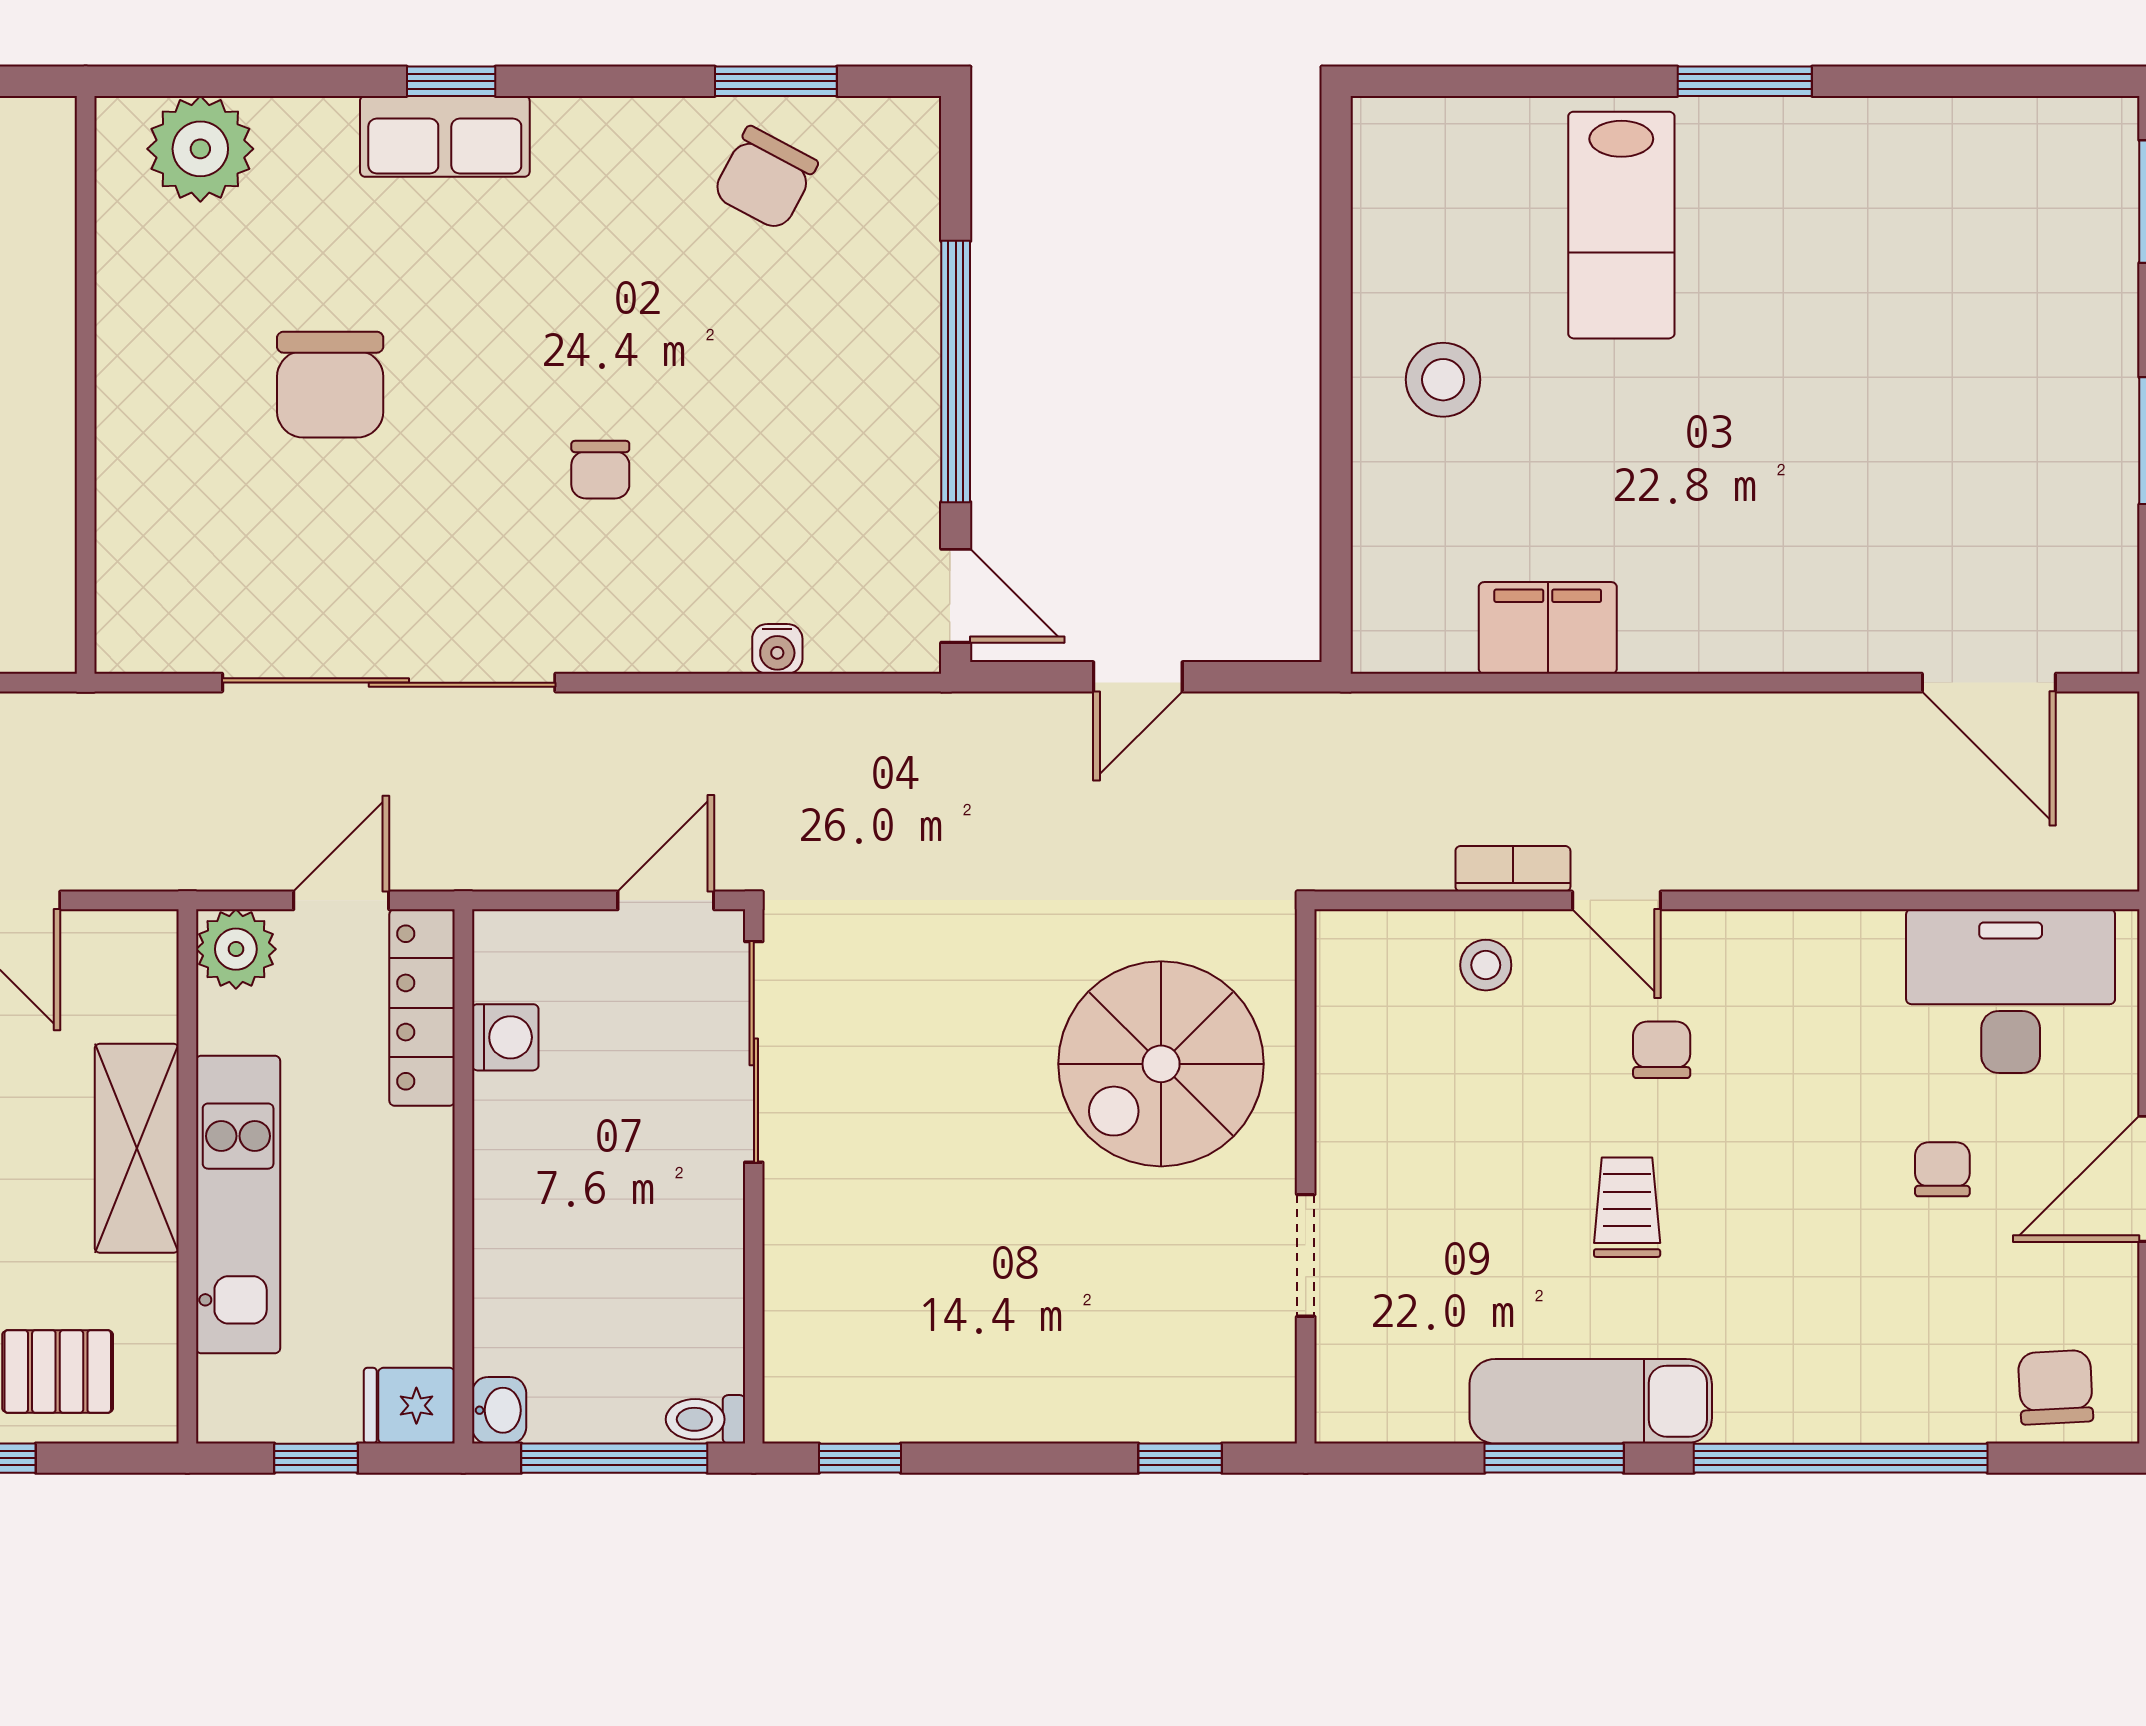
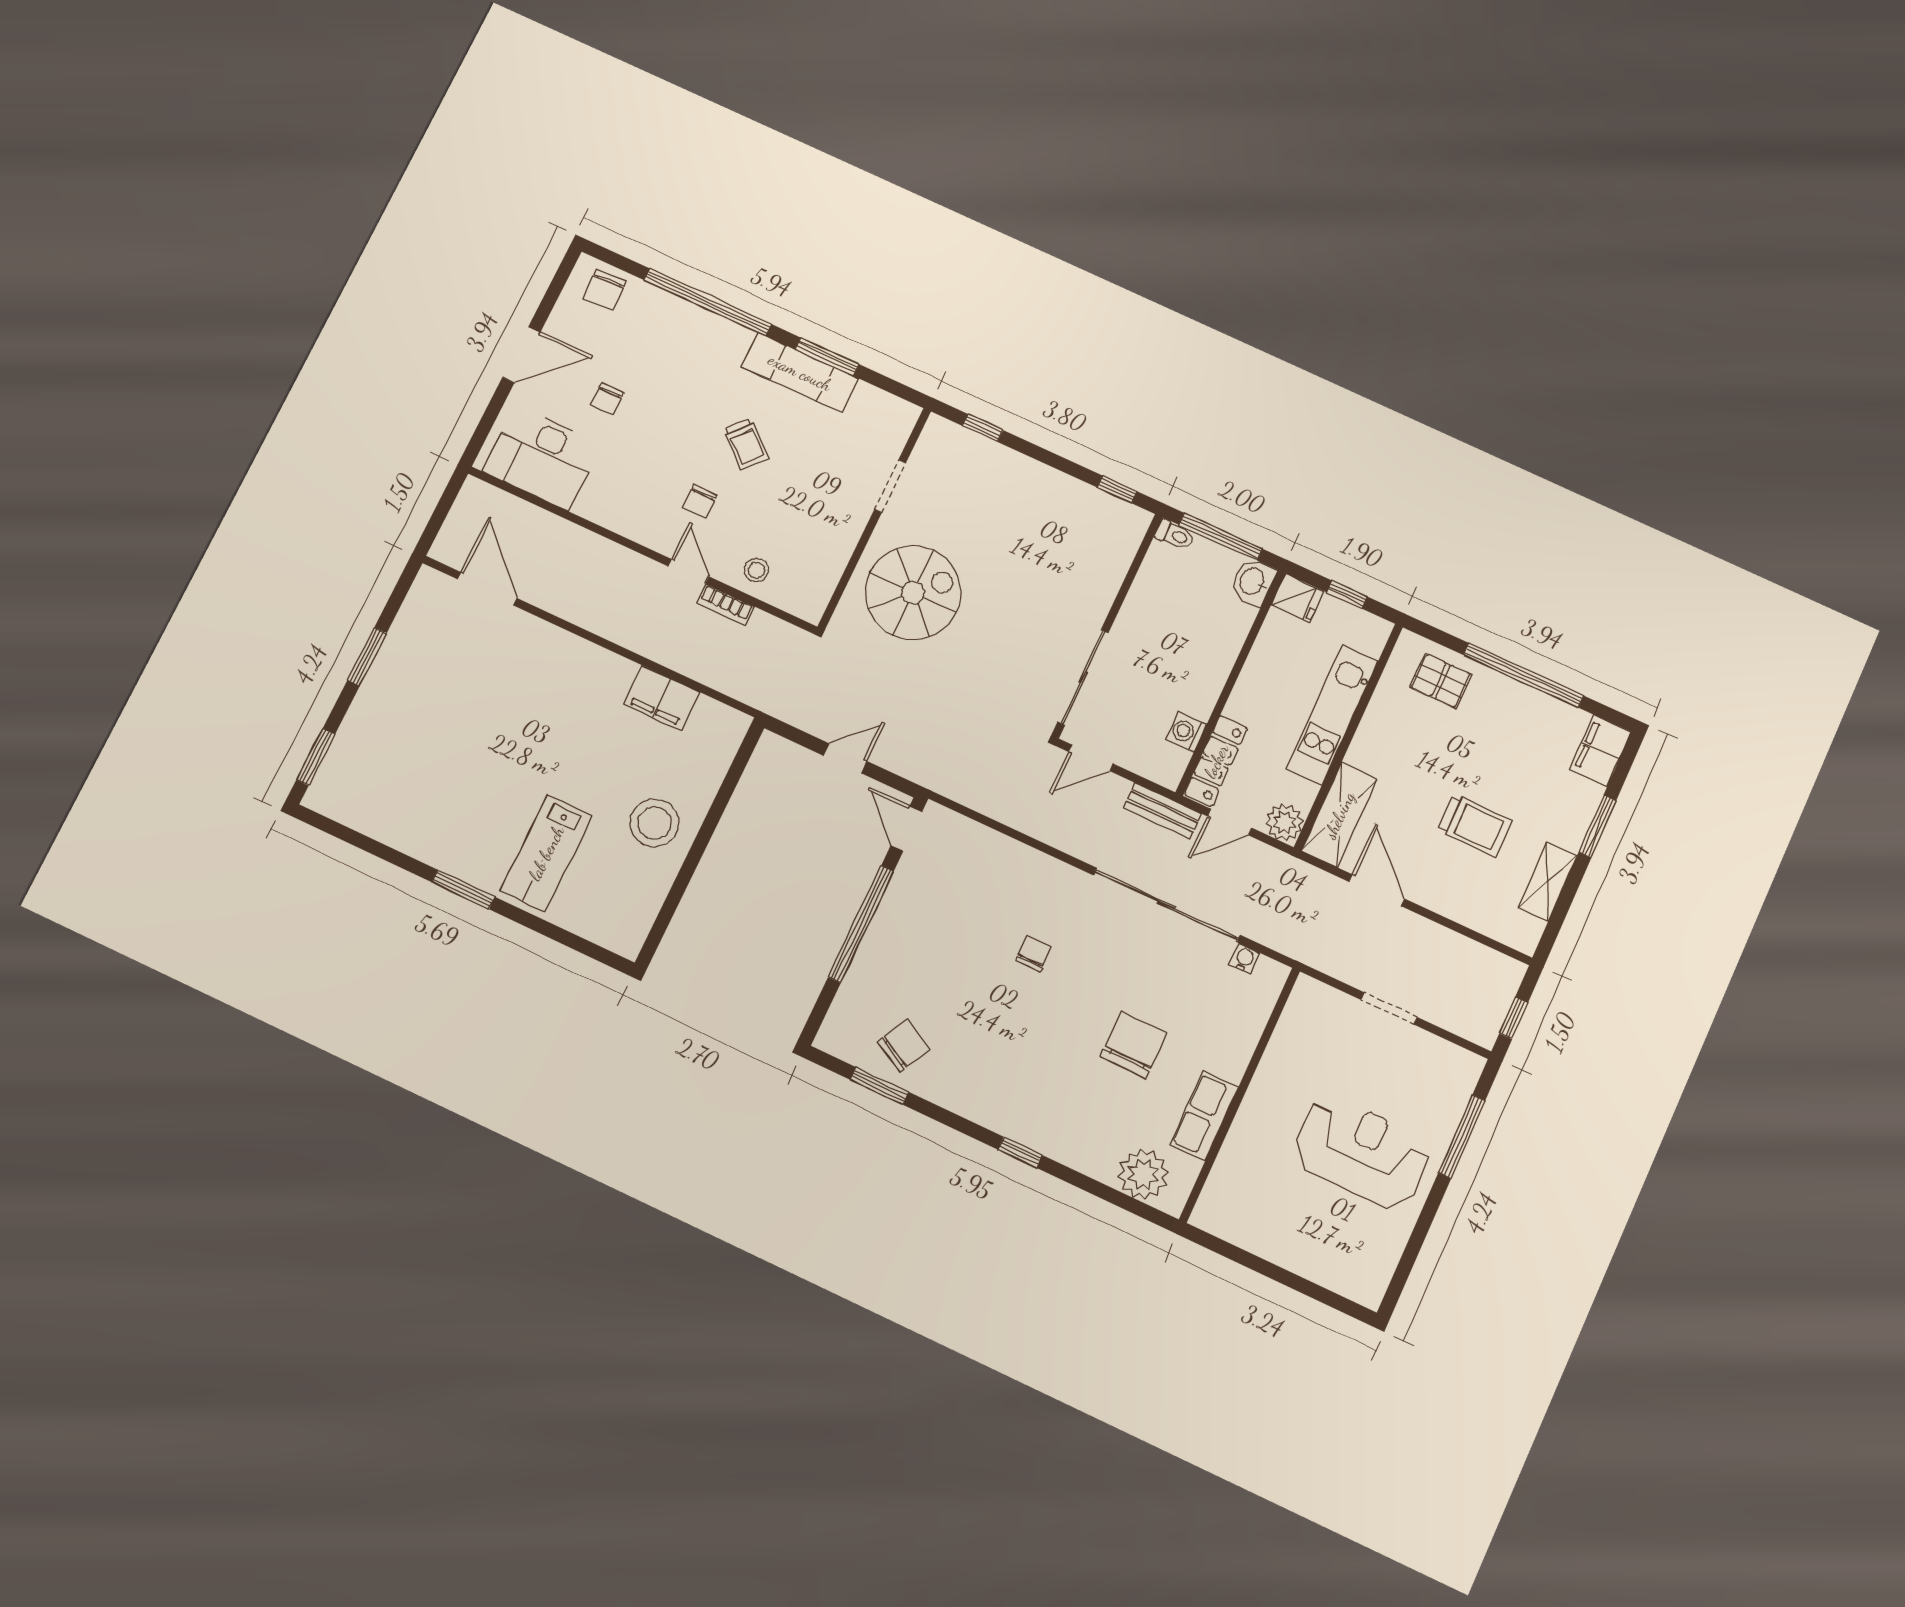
row of seats: (445, 136) -> (1204, 1116), moved, turned -90
lab bench: (1621, 225) -> (546, 853), turned 180
stool: (1443, 380) -> (654, 823), width x1.38, depth x1.38
water cooler: (777, 649) -> (1244, 959), moved
bench: (480, 862) -> (1163, 811), added
shelving: (137, 1148) -> (1339, 815), moved
trolley: (1627, 1207) -> (746, 444), turned -49
washbasin: (499, 1410) -> (1253, 582), width x1.38, depth x1.45

